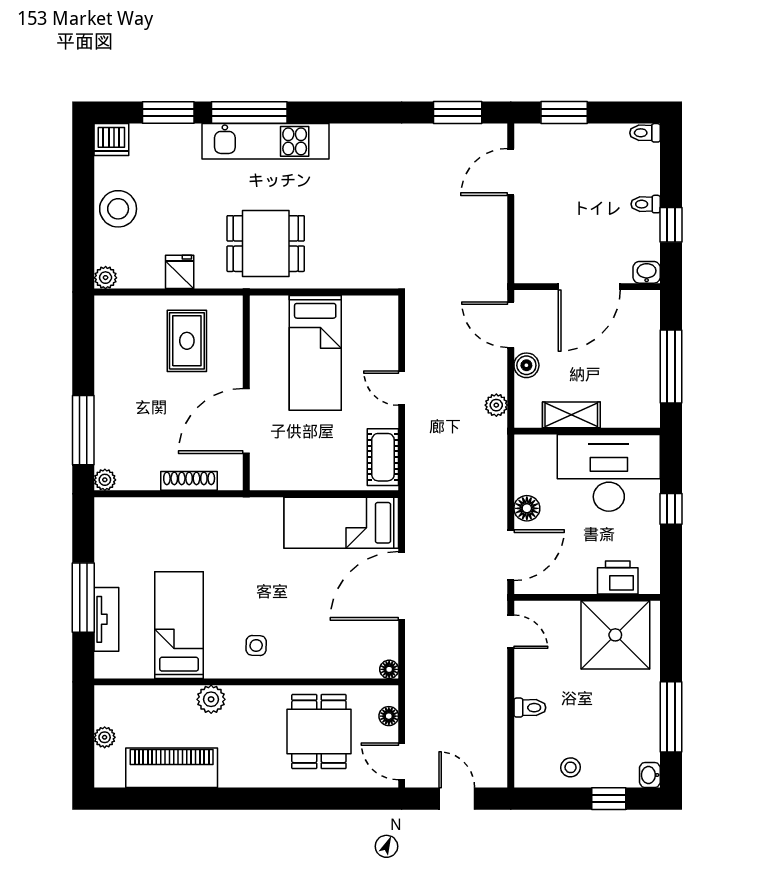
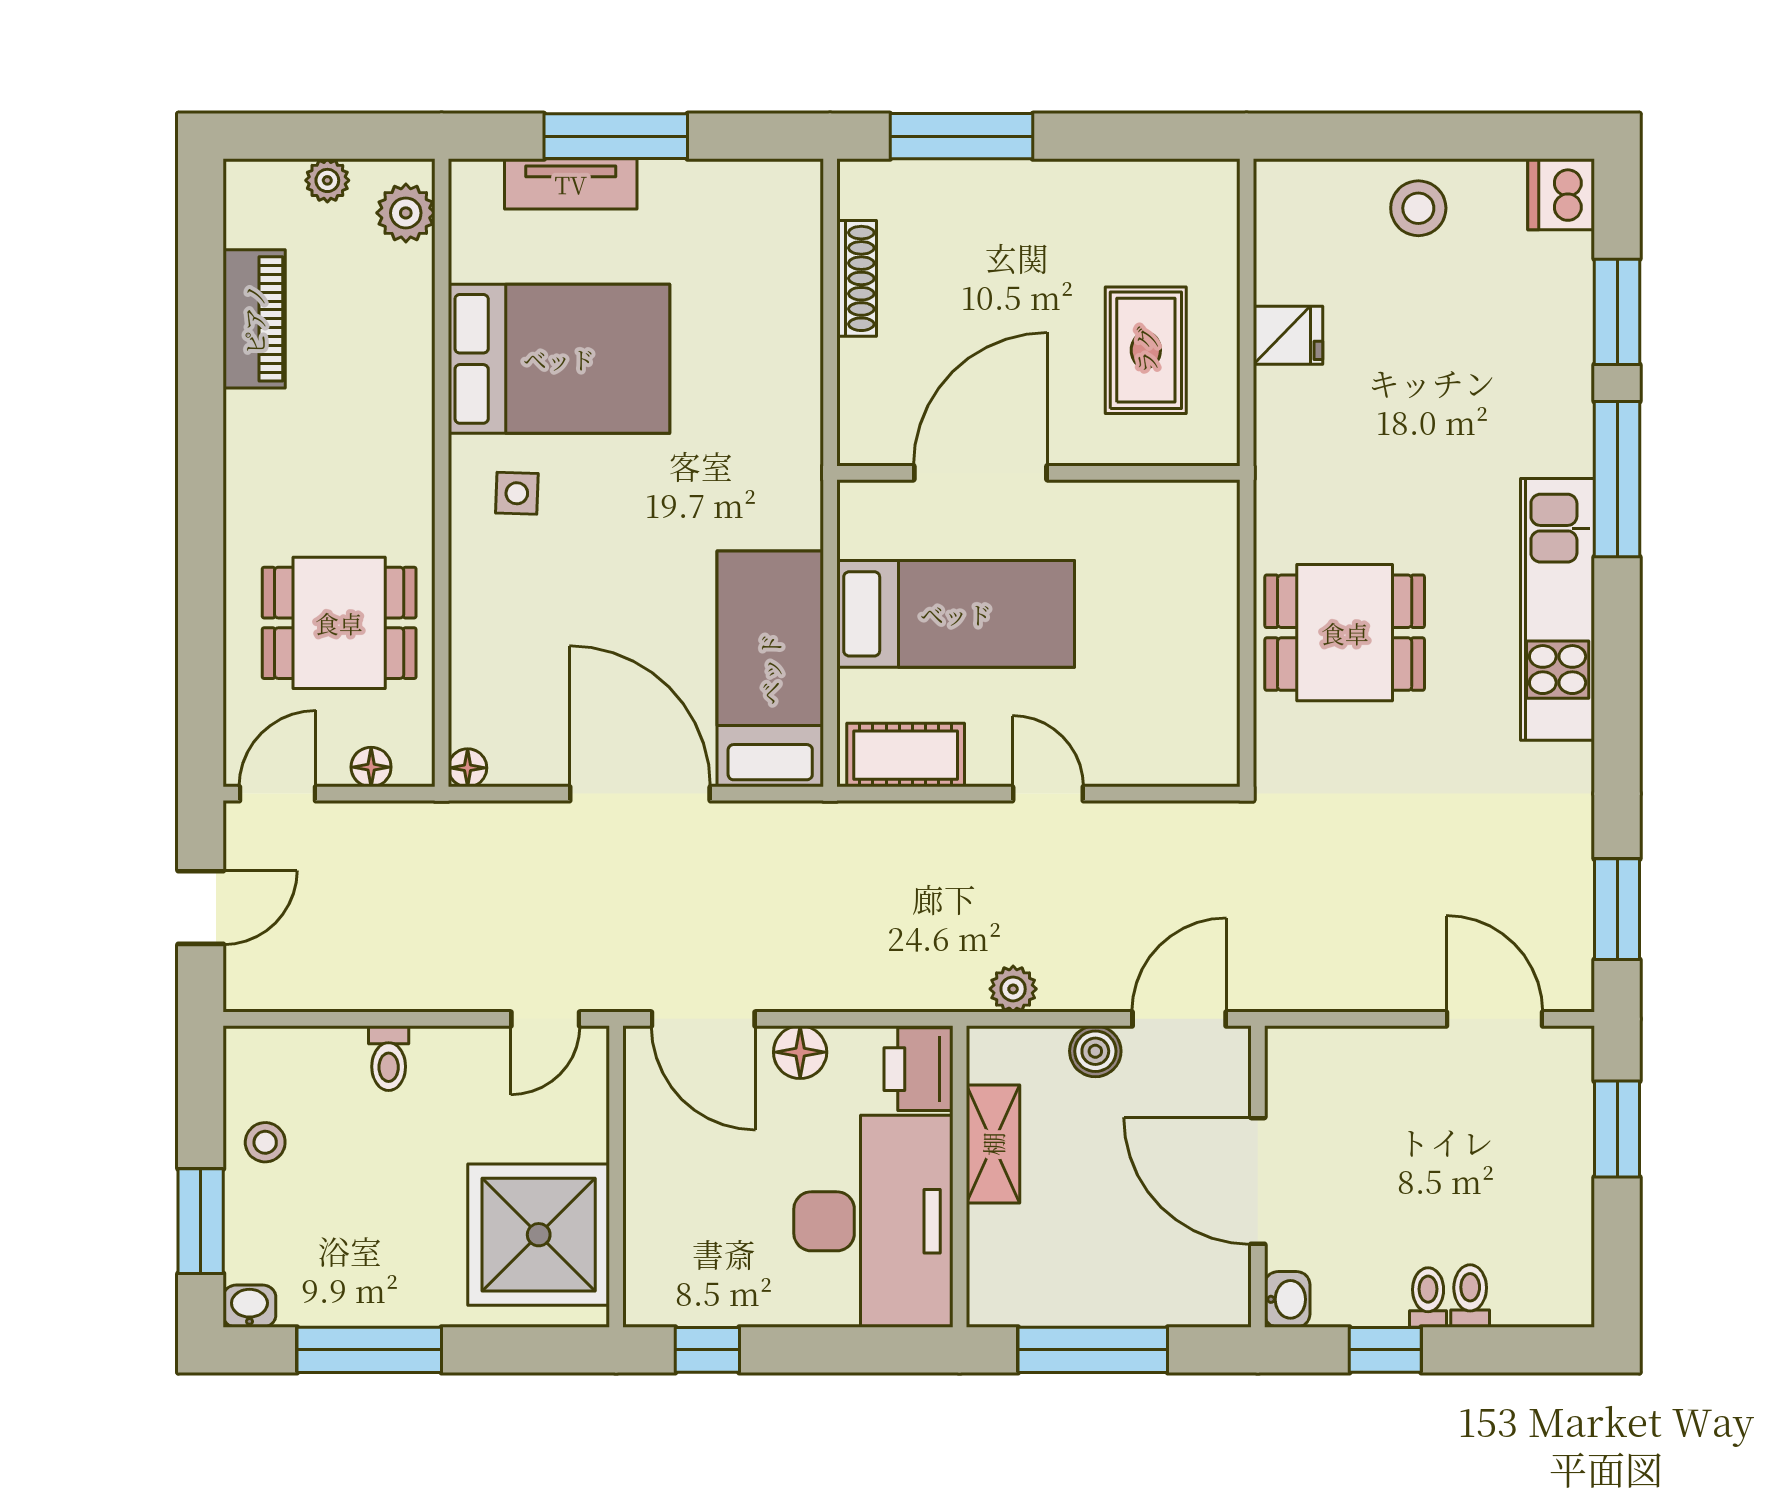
toilet: (645, 133) -> (1470, 1296), moved
kitchen unit: (265, 141) -> (1558, 609), moved
stool: (118, 209) -> (1418, 208), width x0.73, depth x0.73
dining table: (266, 244) -> (1345, 633), moved, turned 90
plant: (106, 278) -> (1276, 182), removed
rug: (187, 341) -> (1146, 350), turned 90
bed: (315, 353) -> (956, 614), moved, turned 180
door: (402, 388) -> (1048, 794), hinge flipped
door: (246, 421) -> (980, 473), hinge flipped
plant: (105, 480) -> (859, 181), removed
shoe rack: (189, 481) -> (857, 278), moved
window: (671, 509) -> (707, 1350), moved
printer: (618, 577) -> (918, 1069), moved, turned 180
bed: (179, 625) -> (559, 359), width x1.50
plant: (211, 699) -> (406, 213), moved
piano: (172, 768) -> (254, 319), width x0.73, depth x0.75
window: (609, 799) -> (201, 1221), width x1.50

